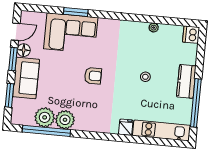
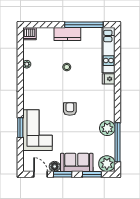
plant: (45, 117) -> (107, 164), moved

